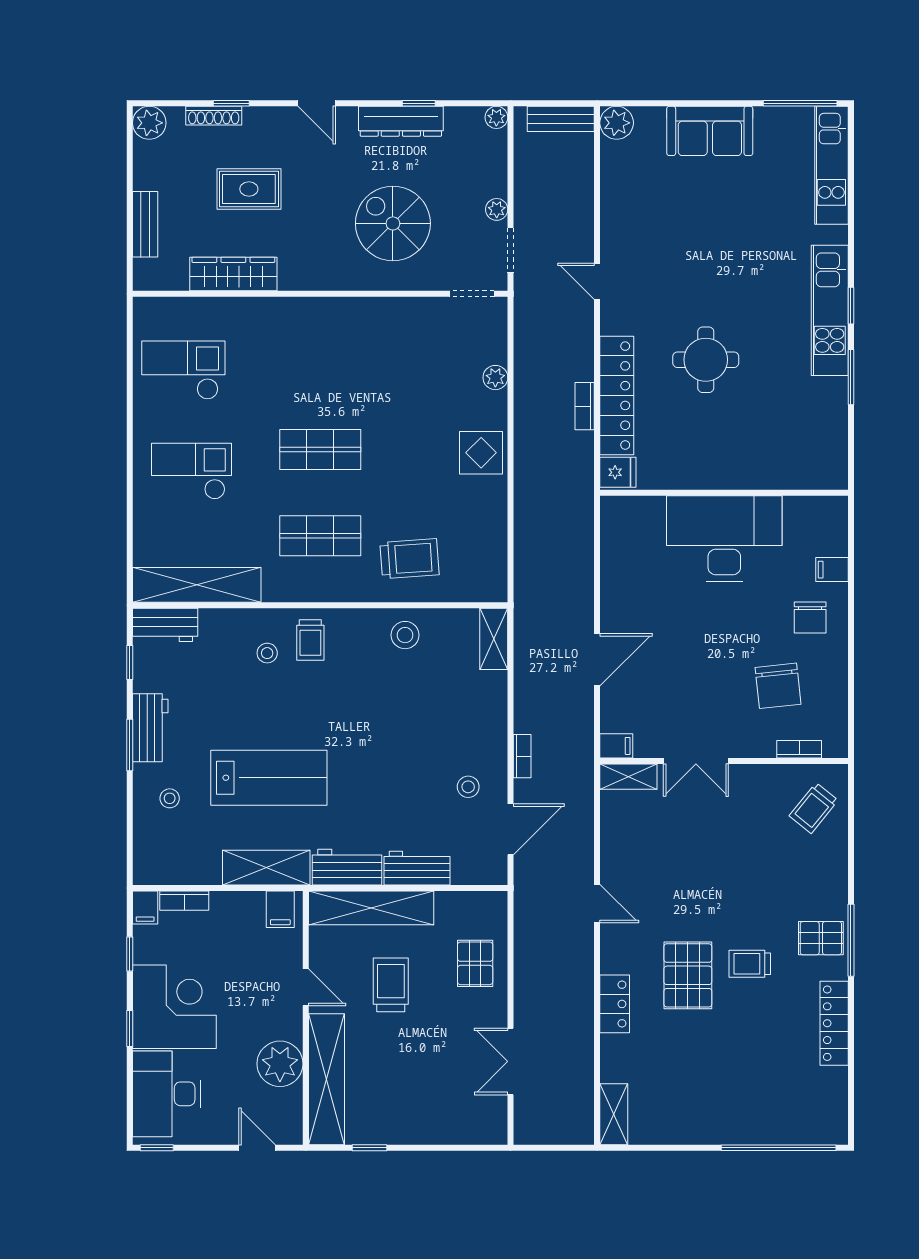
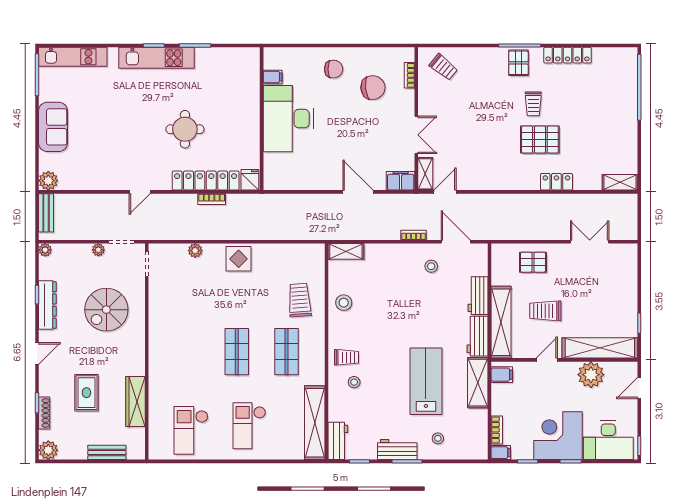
filing cabinet: (832, 570) -> (273, 77), moved, turned -90
filing cabinet: (616, 746) -> (401, 181), width x2.00
door: (597, 904) -> (445, 192), moved
double door: (511, 1061) -> (590, 242), swing flipped

